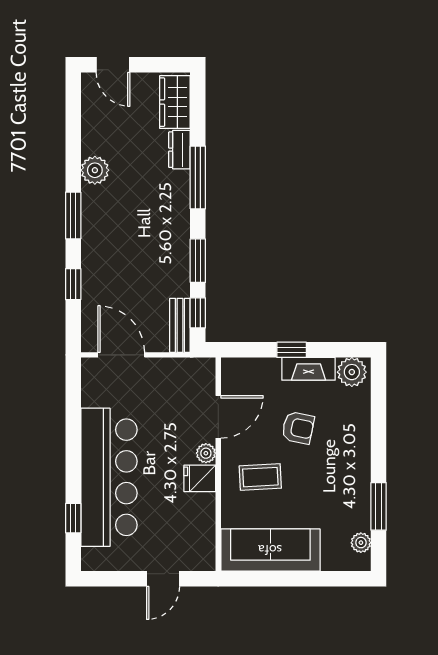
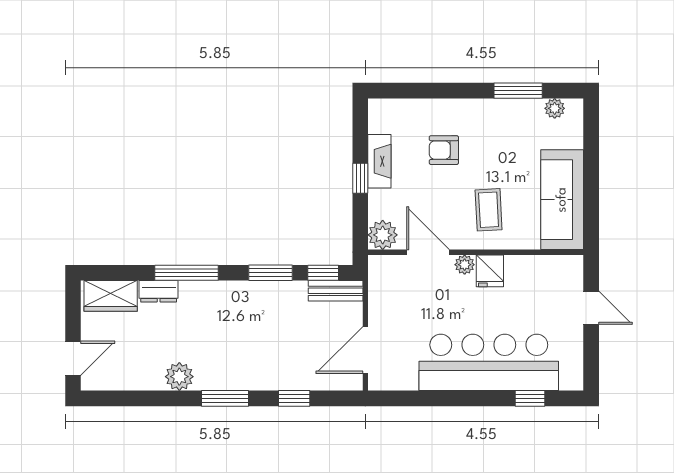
plant: (352, 372) -> (383, 235), moved
armchair: (298, 428) -> (444, 150), moved, turned -102

